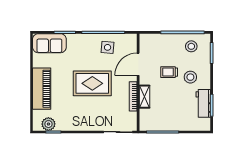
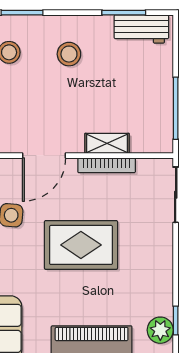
door: (138, 64) -> (44, 156), hinge flipped
trolley: (169, 72) -> (59, 95), removed
rug: (92, 83) -> (81, 245), turned 90
workbench: (203, 103) -> (141, 29), moved

